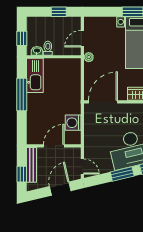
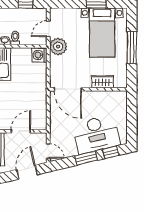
plant: (89, 57) -> (58, 47), width x1.88, depth x1.88
door: (103, 102) -> (68, 89), swing flipped
washing machine: (73, 123) -> (39, 55), moved

